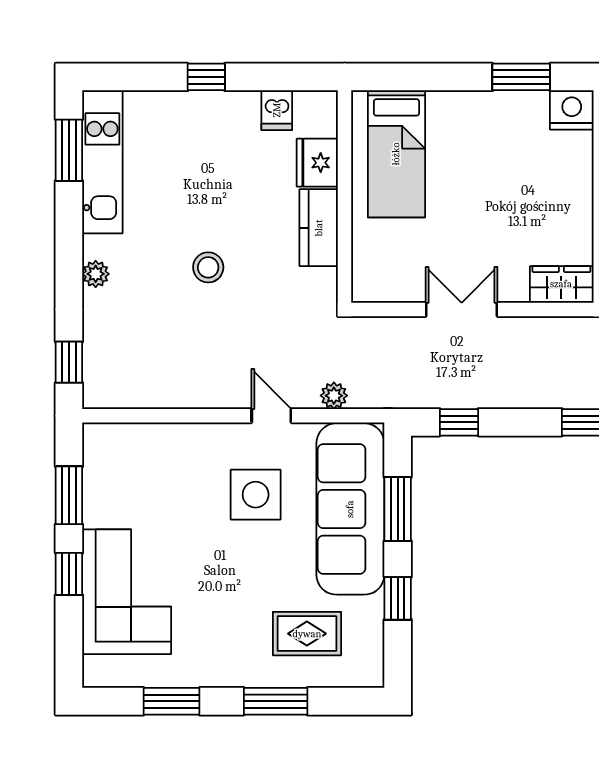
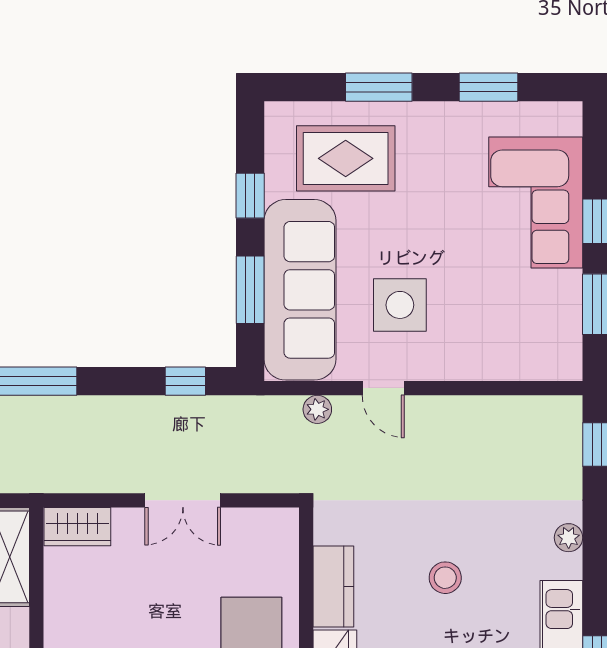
stool: (208, 267) -> (445, 578), moved
rug: (307, 634) -> (346, 158), width x1.36, depth x1.43

